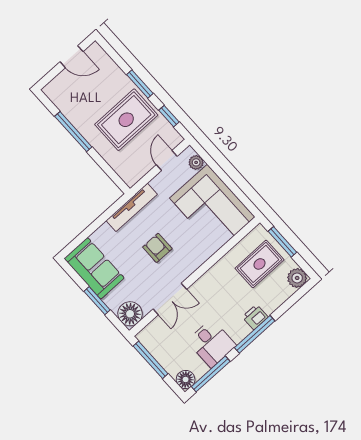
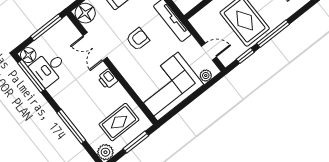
window: (140, 84) -> (273, 34), width x1.44
rug: (260, 264) -> (119, 122), turned 90
printer: (255, 317) -> (108, 79), moved, turned 180
window: (255, 334) -> (71, 127), moved
desk: (212, 343) -> (49, 68), moved

